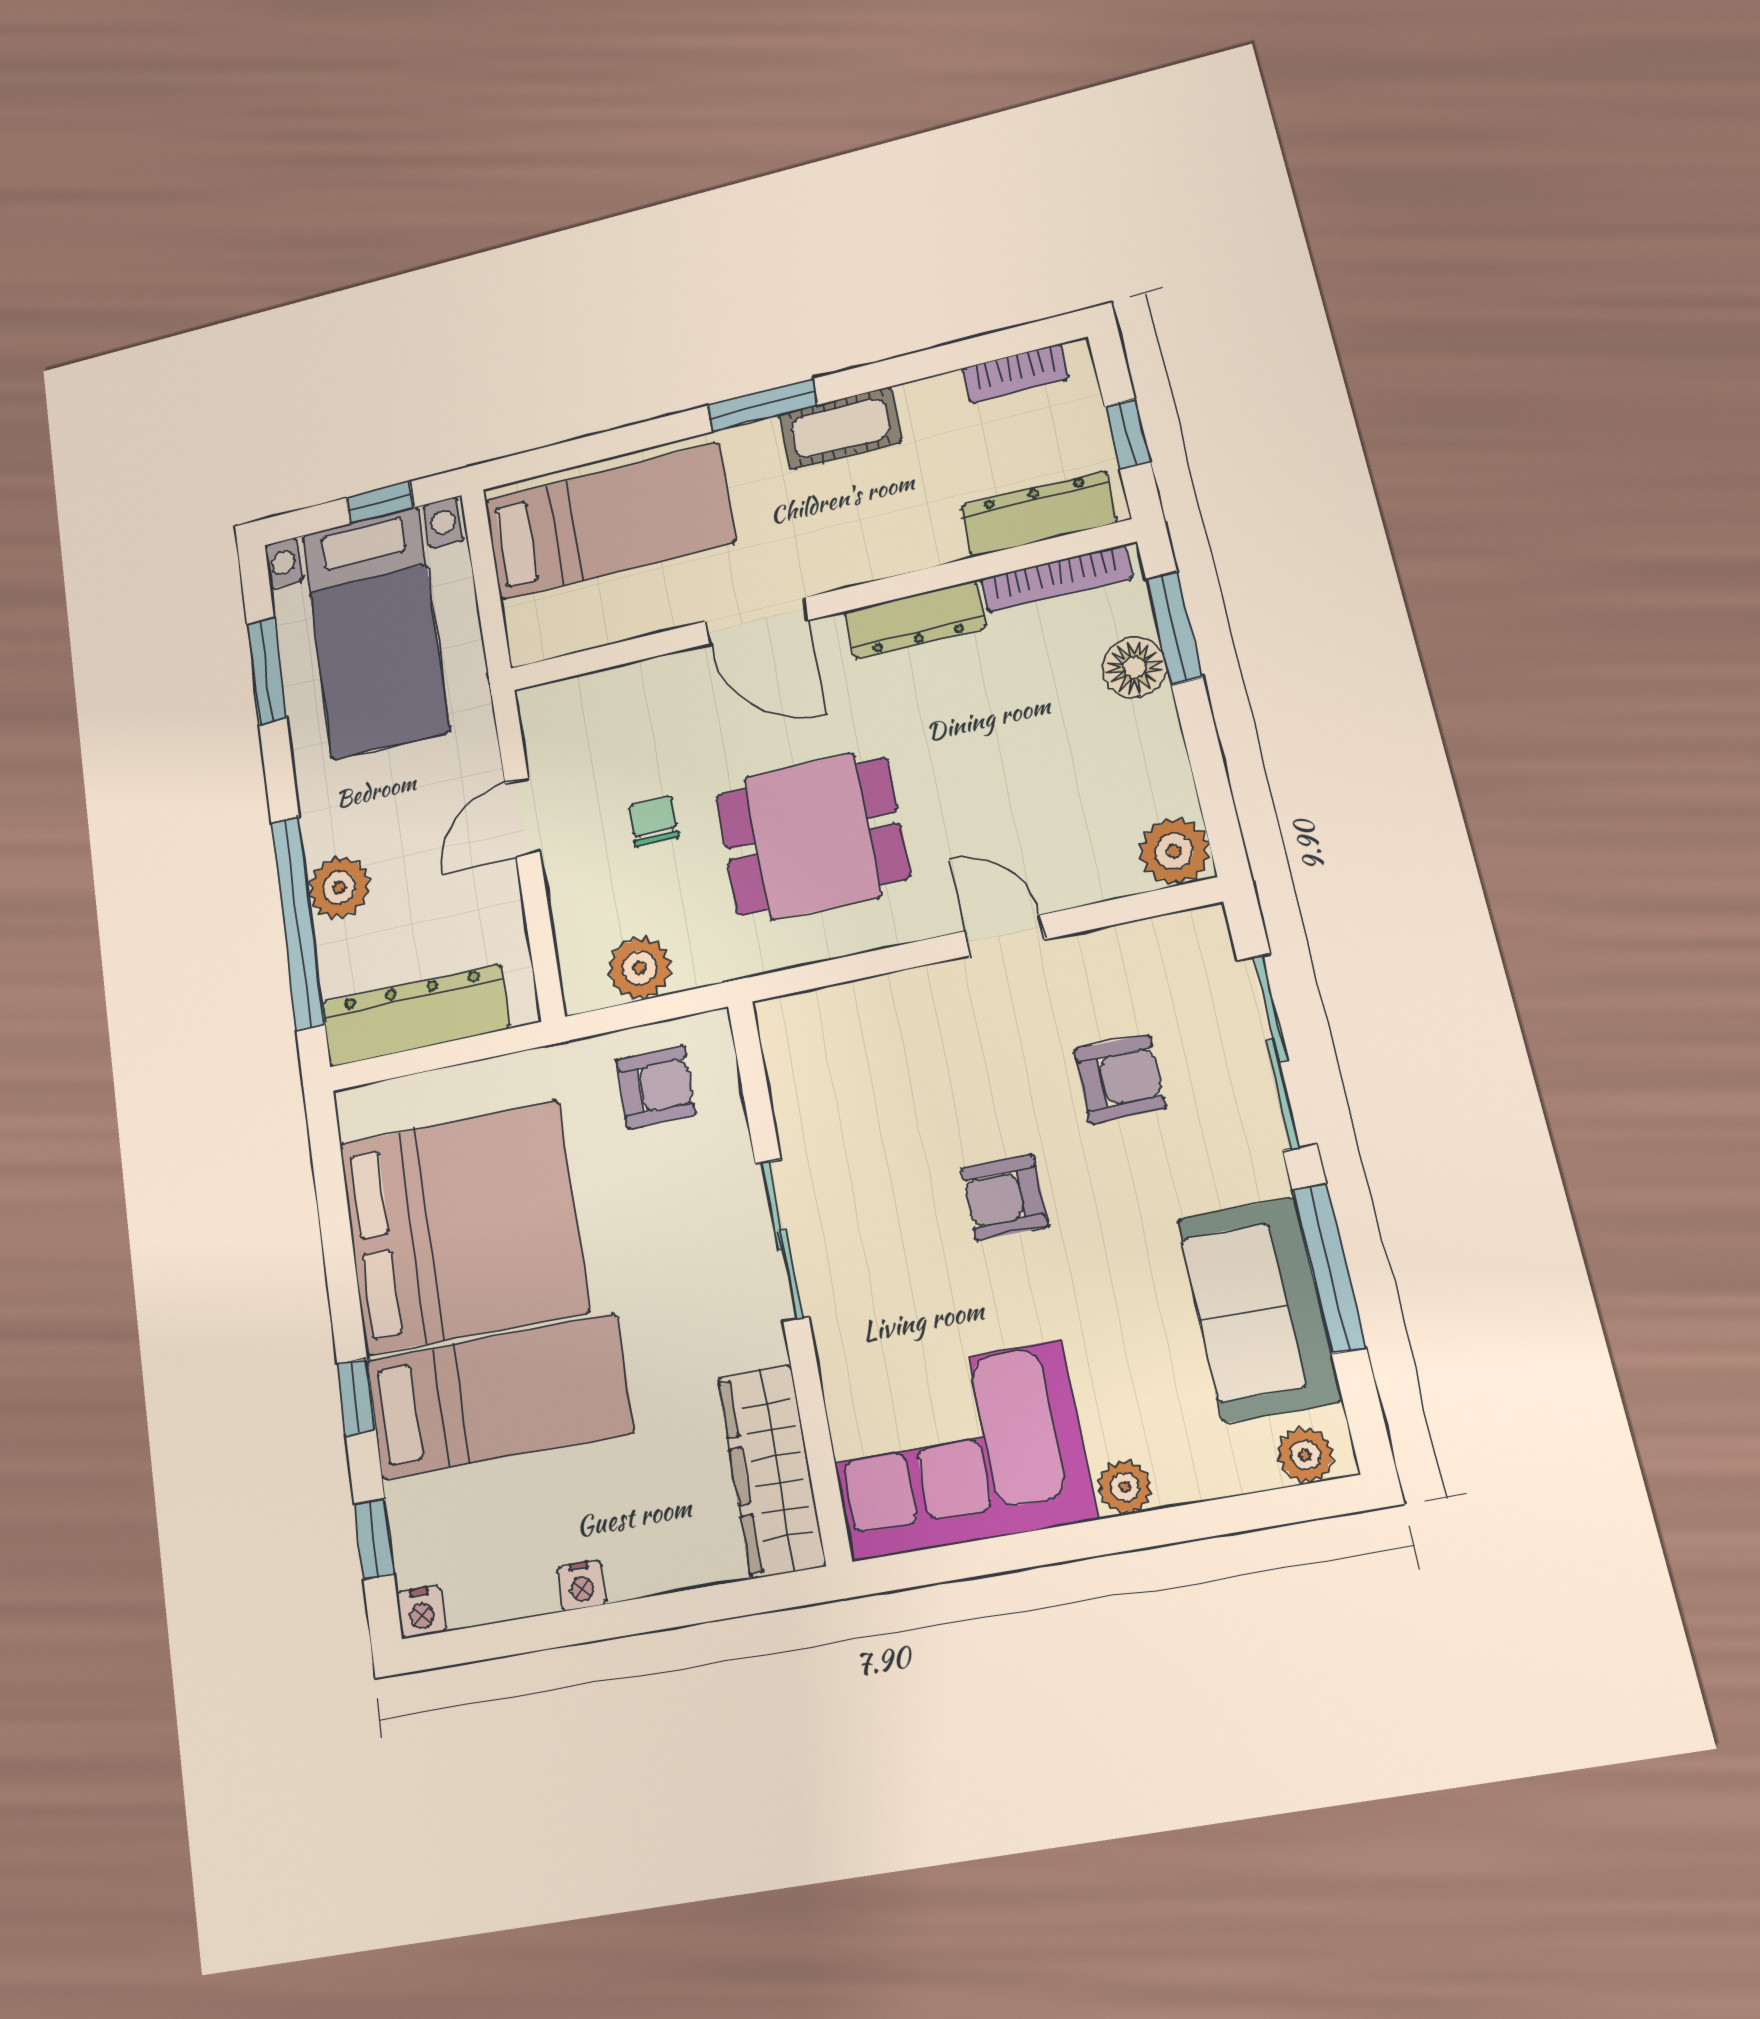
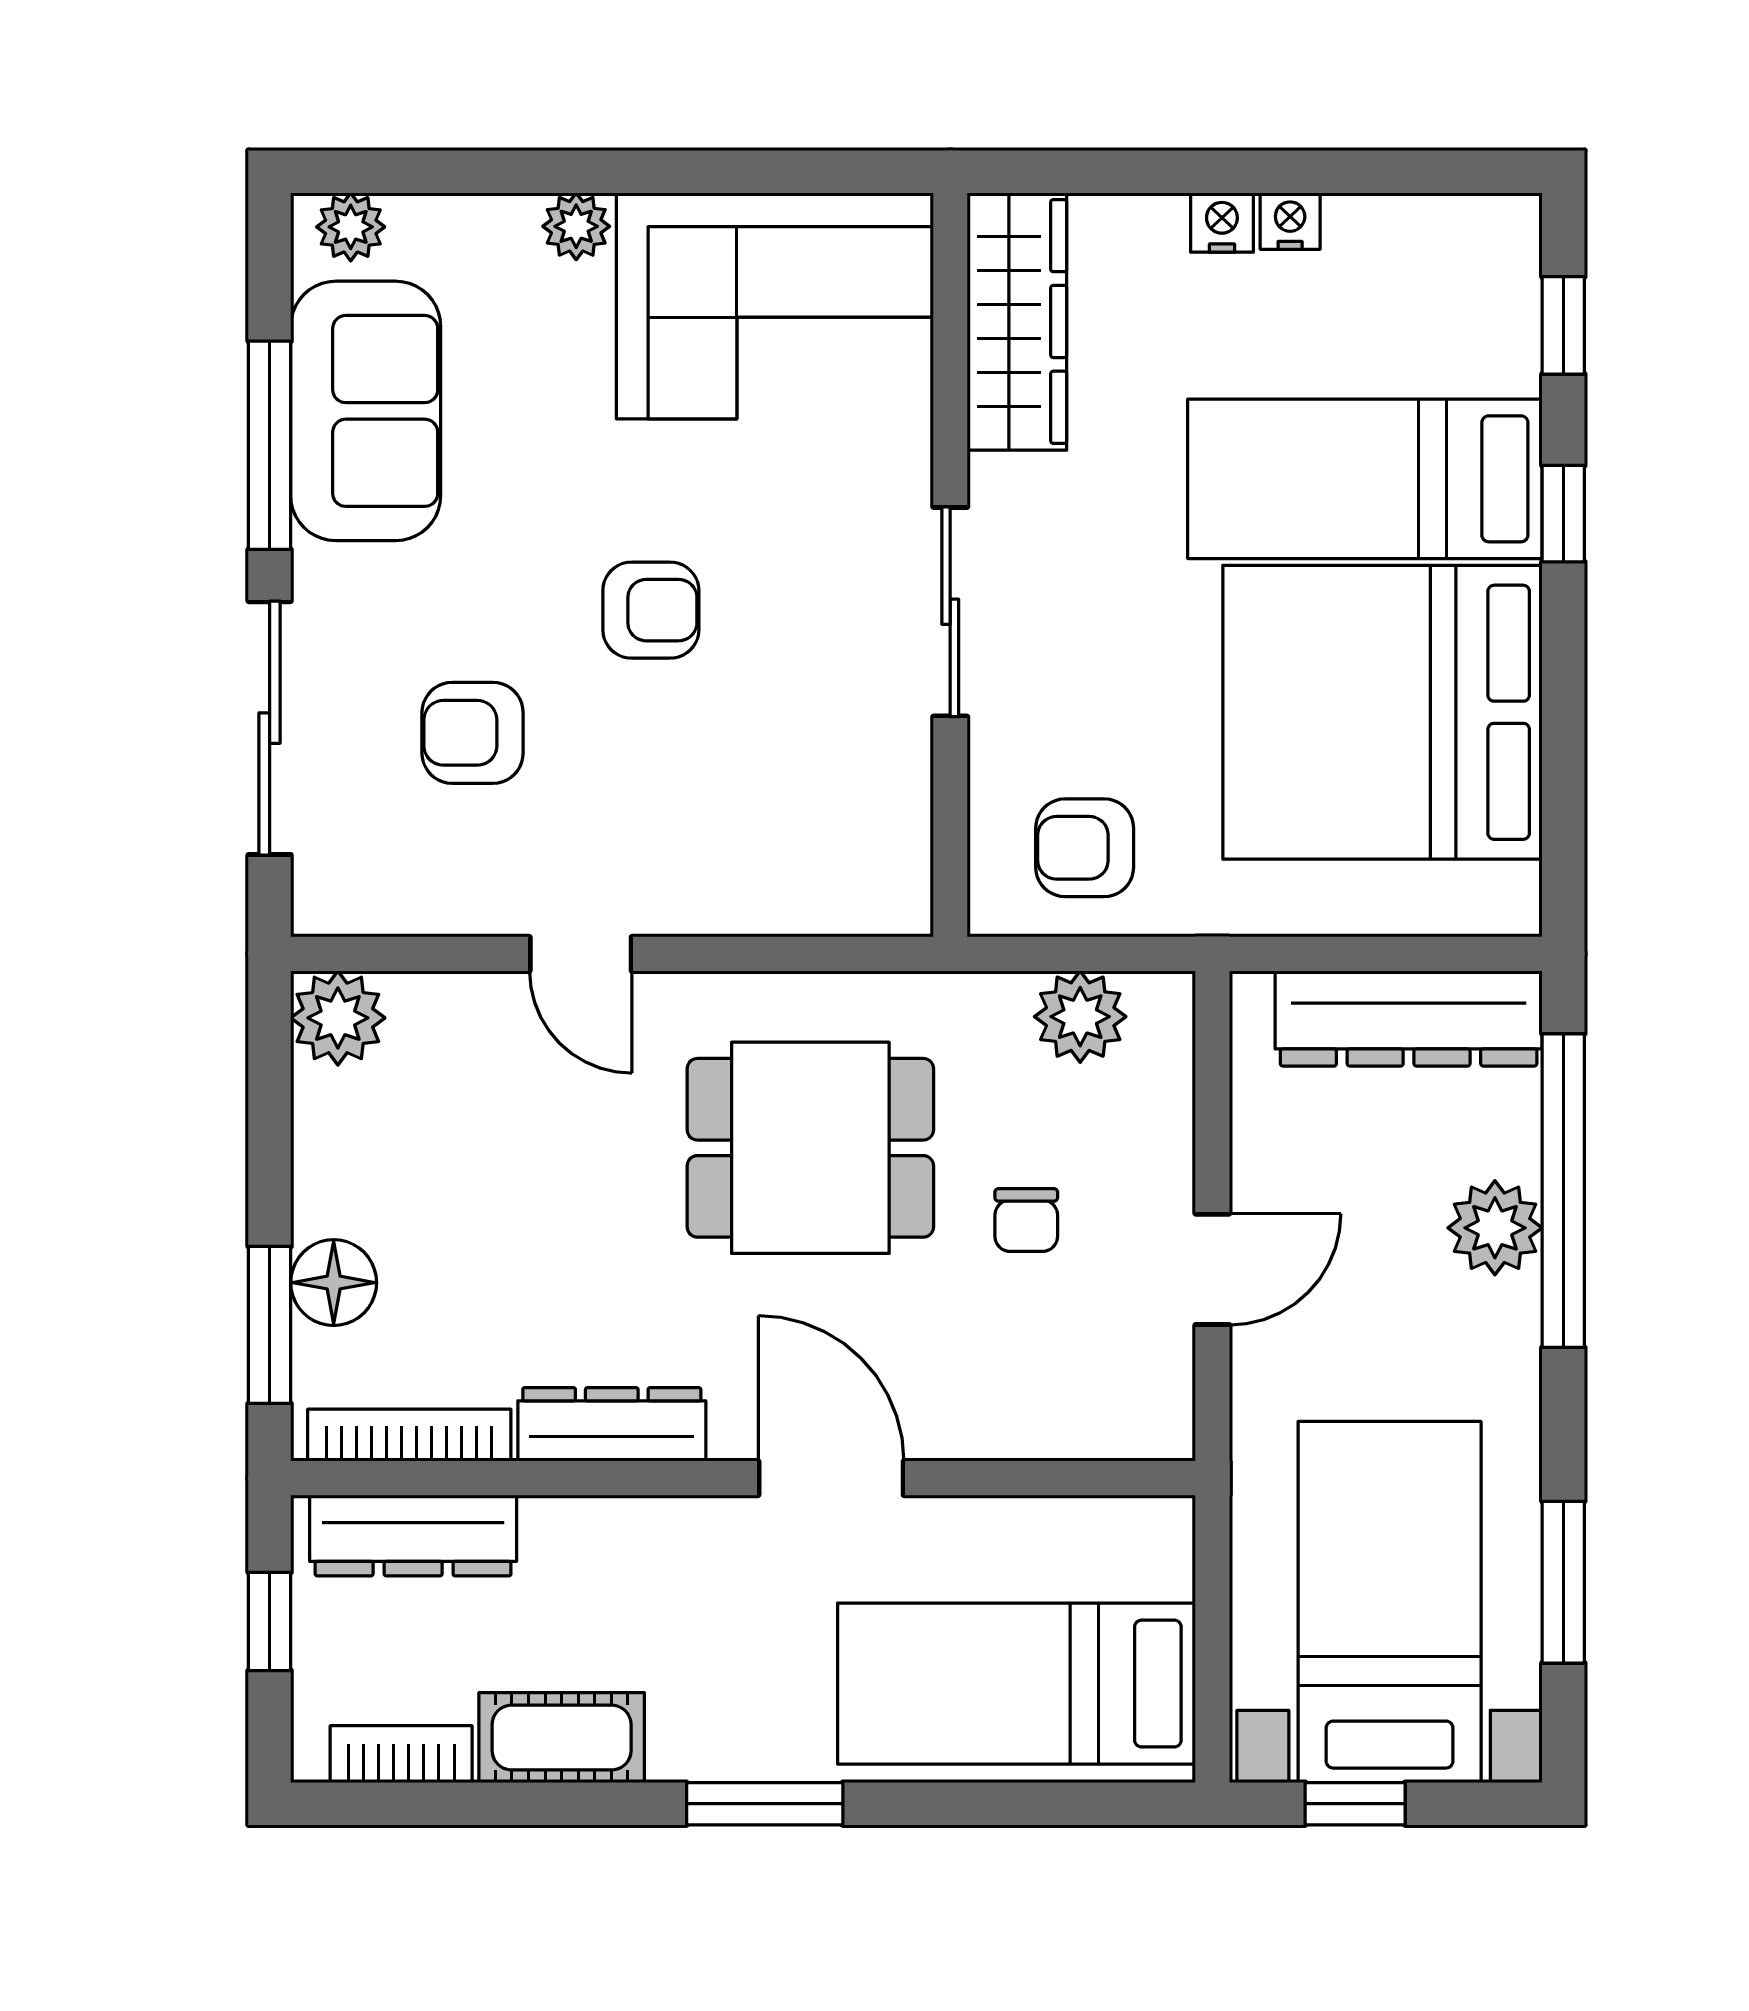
cot: (840, 428) -> (562, 1738), moved
nightstand: (421, 1612) -> (1222, 223), moved

